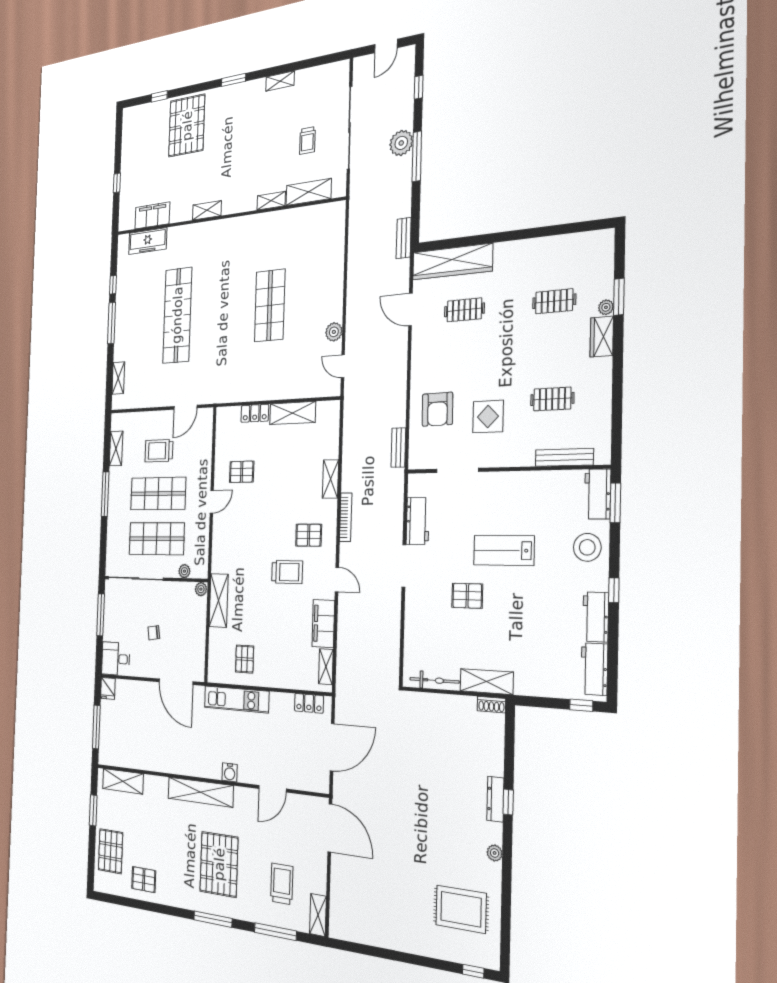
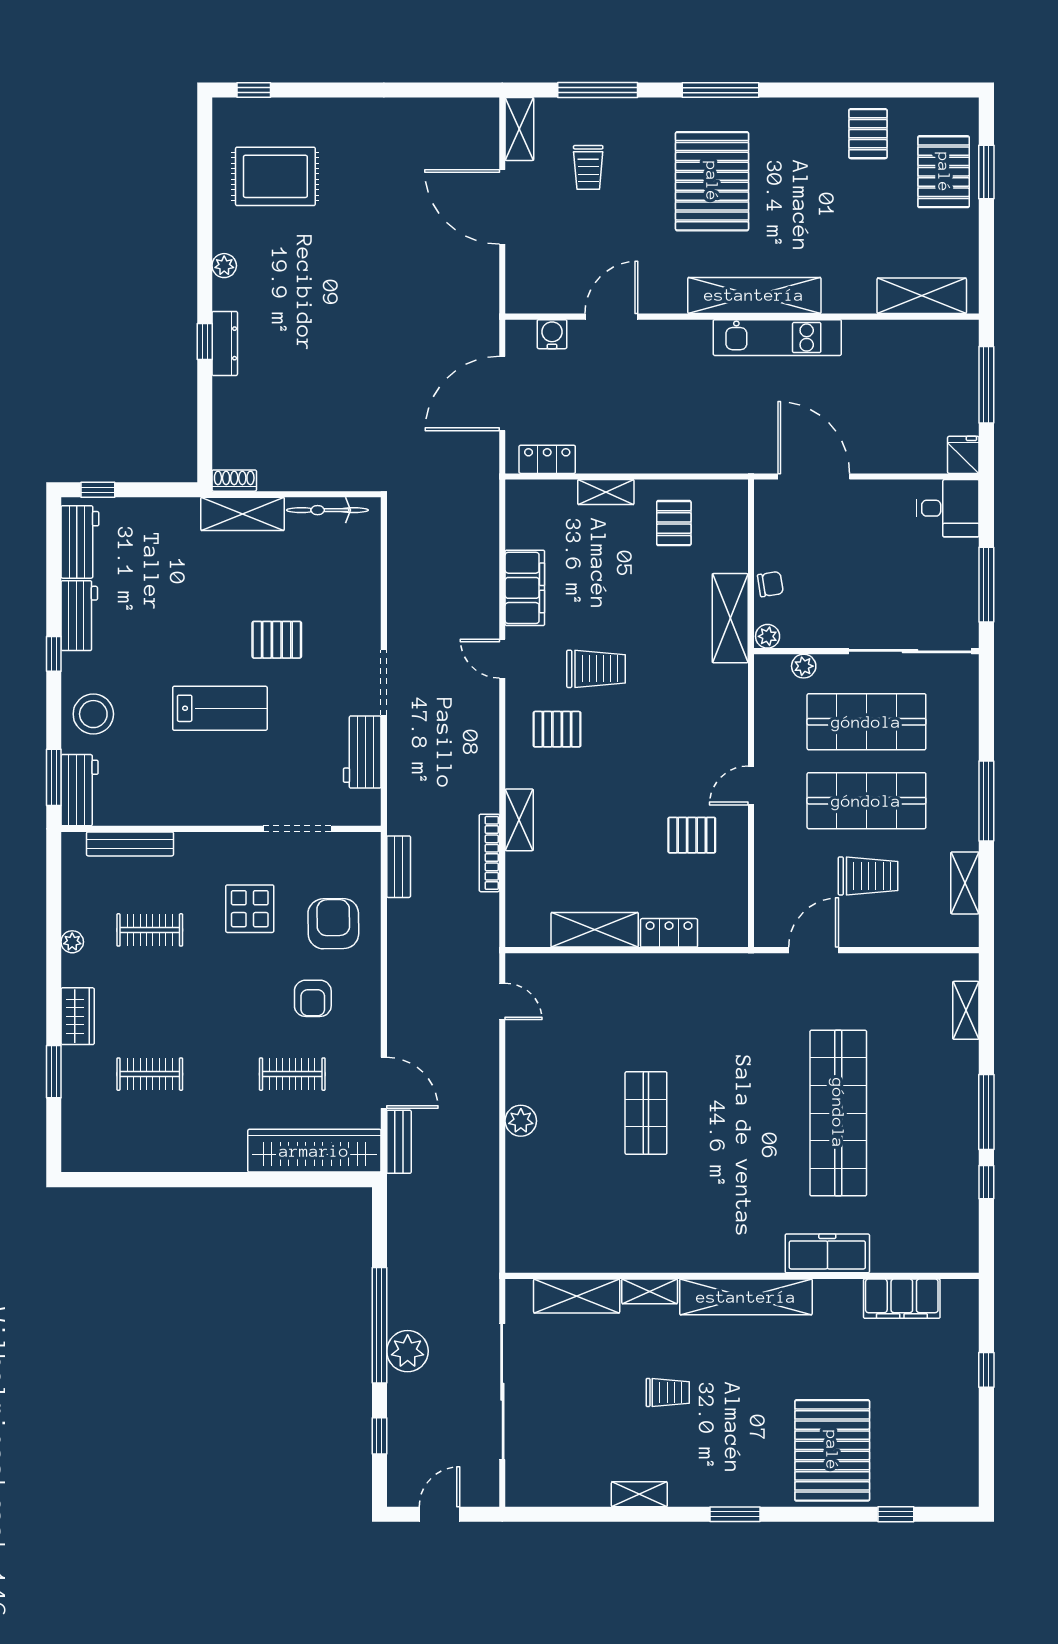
trolley: (307, 141) -> (668, 1392), moved, turned 90
window: (417, 156) -> (379, 1325), width x1.46
shelving: (207, 210) -> (746, 1297), width x2.20, depth x1.33
bench: (404, 238) -> (399, 1142), moved
freezer: (148, 241) -> (827, 1253), moved
shop shelf: (270, 306) -> (646, 1113), width x0.70, depth x0.74
plant: (606, 307) -> (72, 942), moved
plant: (334, 332) -> (521, 1121), moved
armchair: (451, 360) -> (313, 998), added
bookcase: (346, 517) -> (489, 853), moved
trolley: (287, 572) -> (596, 669), turned 180
chair: (154, 633) -> (770, 584), moved
shelving: (326, 667) -> (606, 492), moved, turned 90
kitchen unit: (236, 699) -> (777, 338), moved, turned 180
water cooler: (230, 772) -> (552, 334), moved
window: (93, 810) -> (986, 172), moved
door: (330, 828) -> (502, 207), moved
pallet: (144, 879) -> (868, 134), turned 90
trolley: (282, 884) -> (588, 167), width x0.73, depth x0.72

